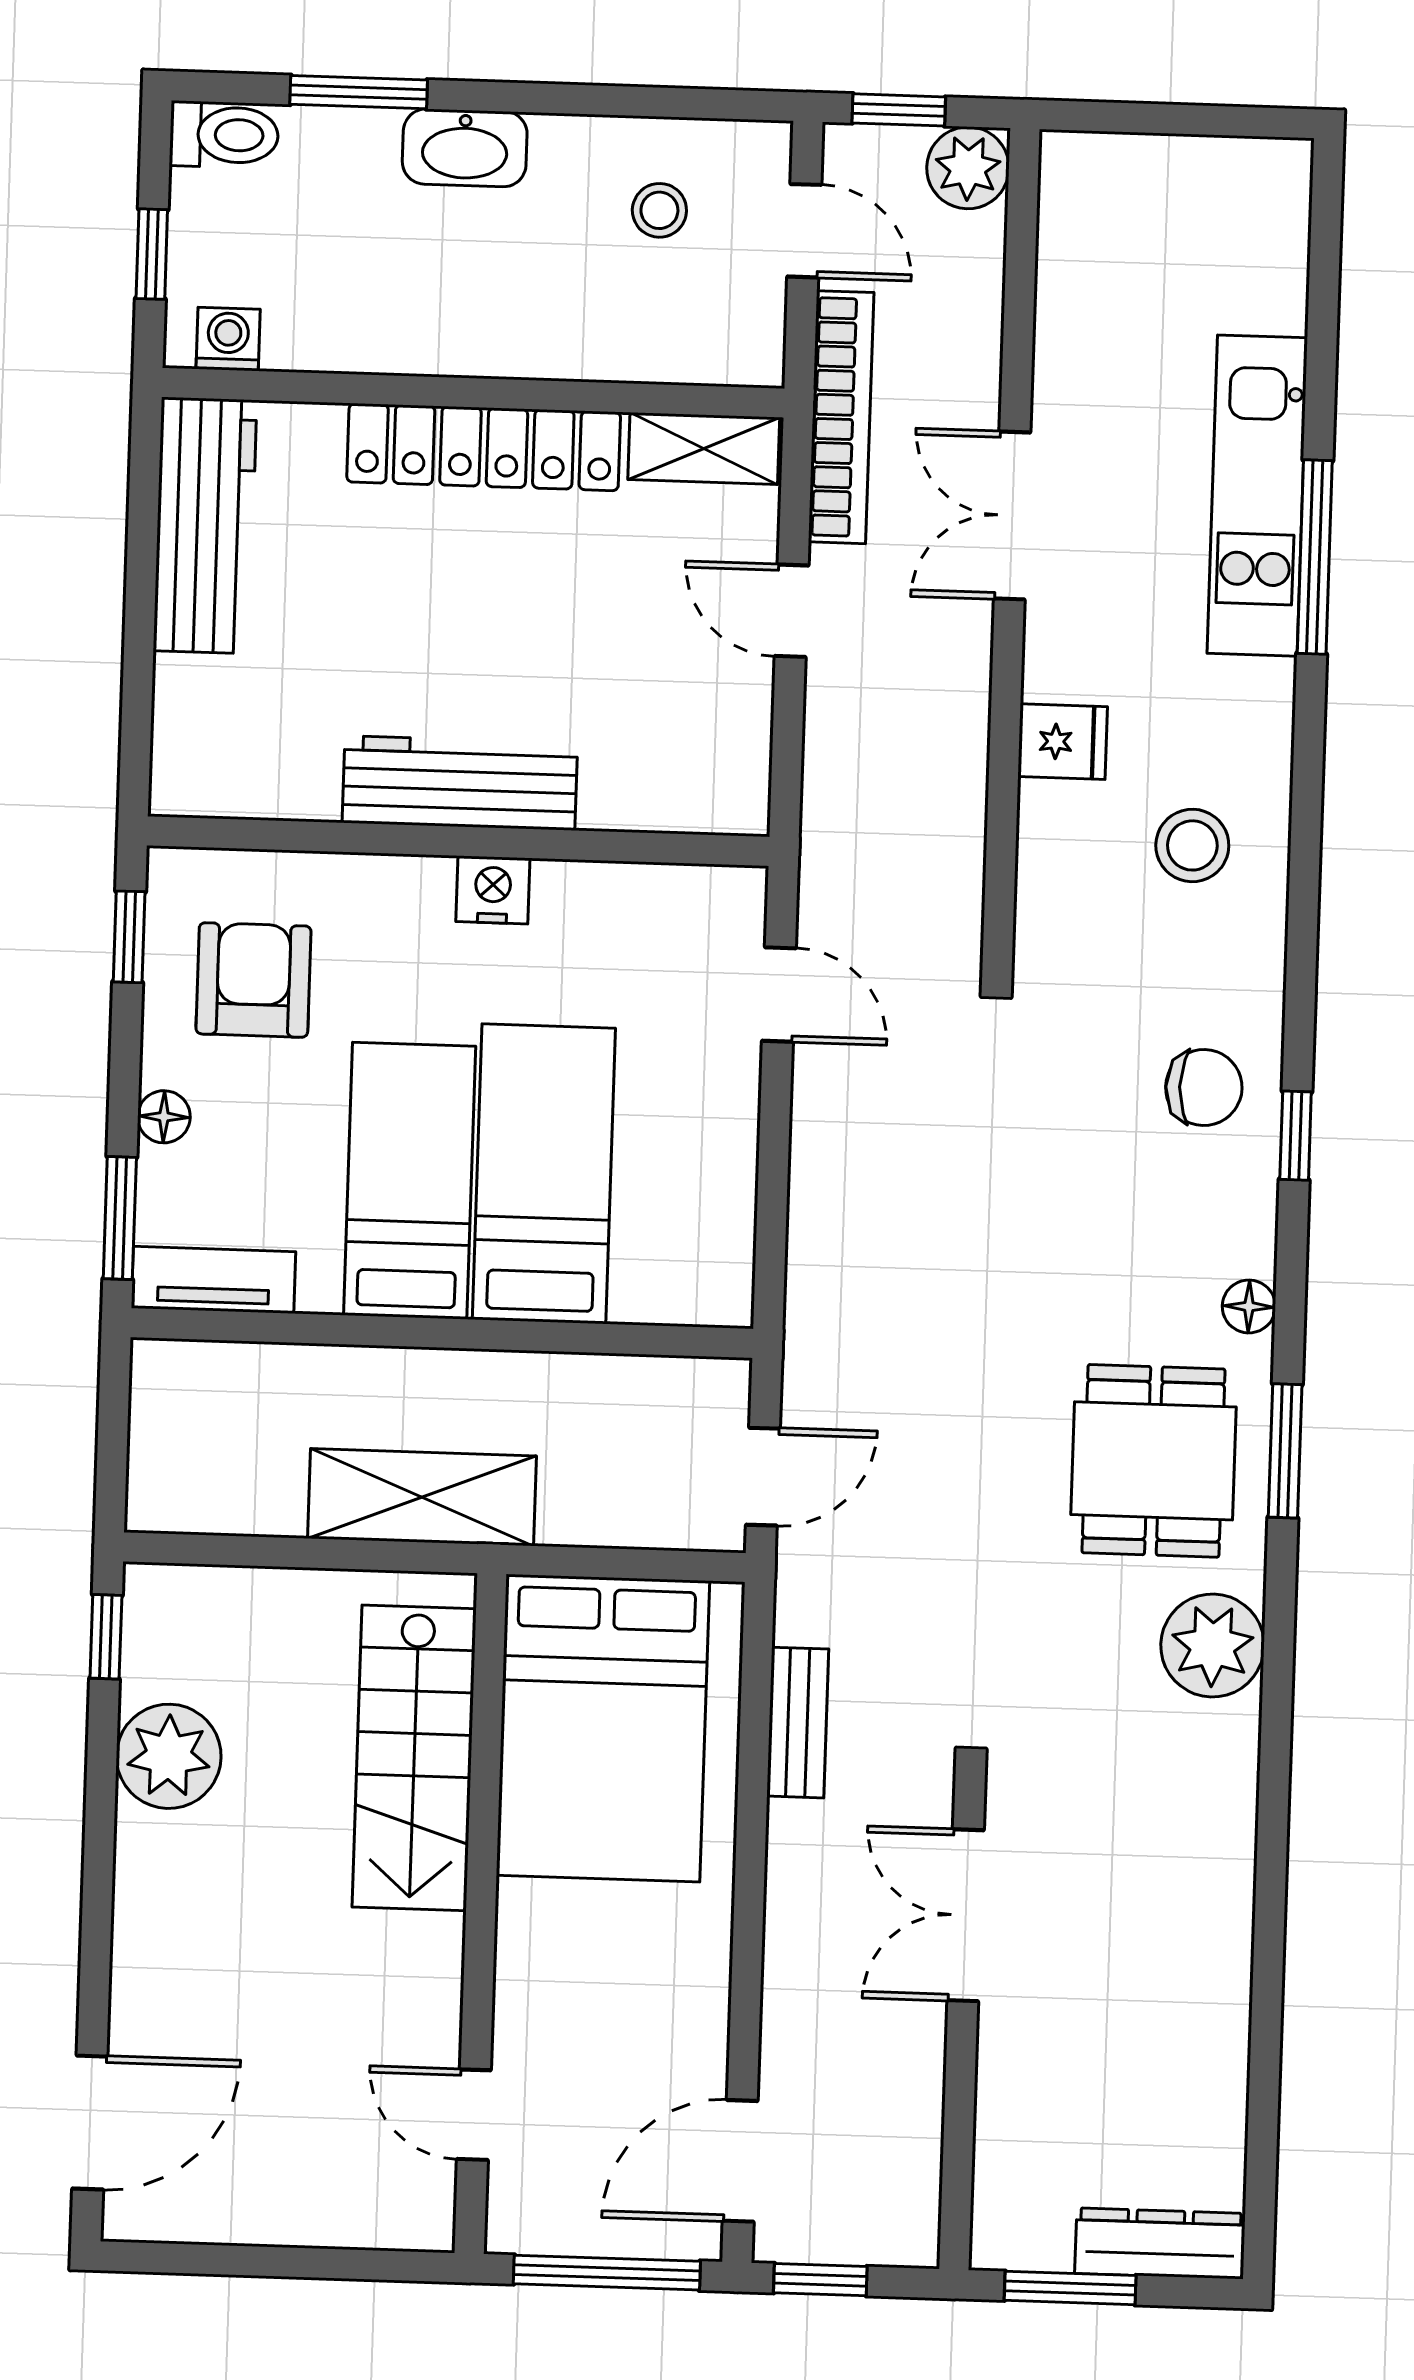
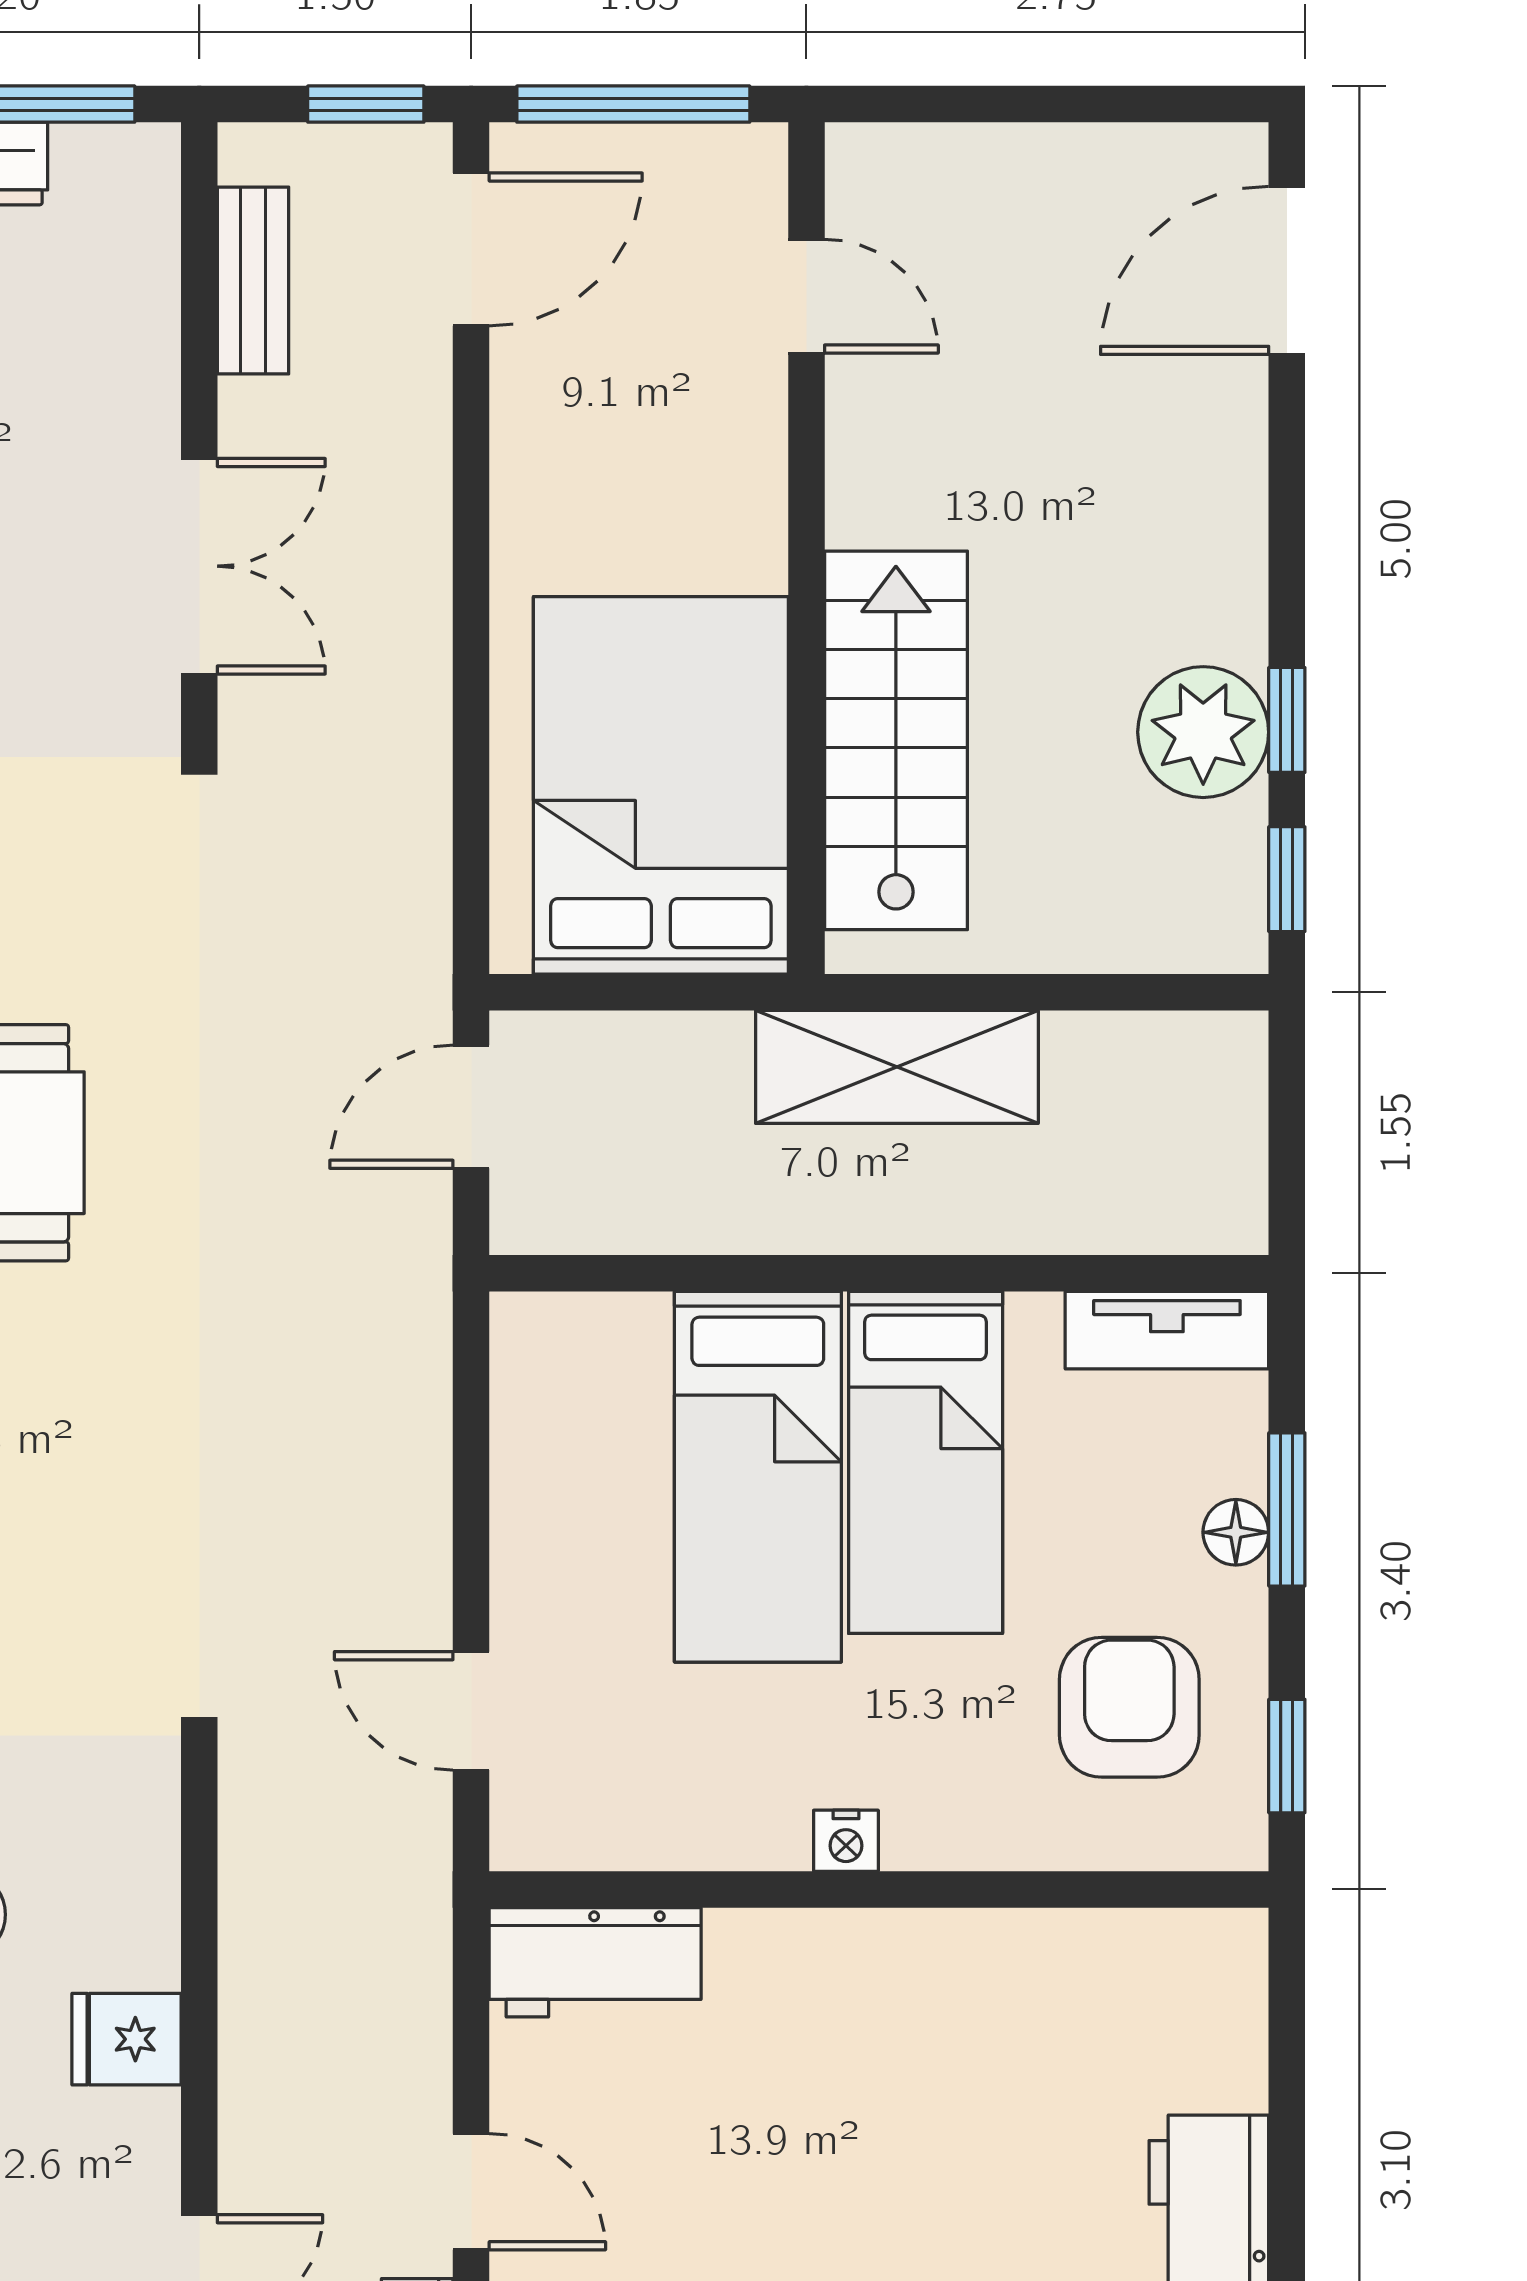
workbench: (460, 783) -> (595, 1962), moved, width x0.73
nightstand: (493, 890) -> (846, 1841), width x0.72, depth x0.74
armchair: (253, 980) -> (1129, 1707), turned 180
window: (120, 1218) -> (1287, 1509), moved
bench: (798, 1723) -> (253, 280), moved
window: (102, 1764) -> (1287, 720), added

